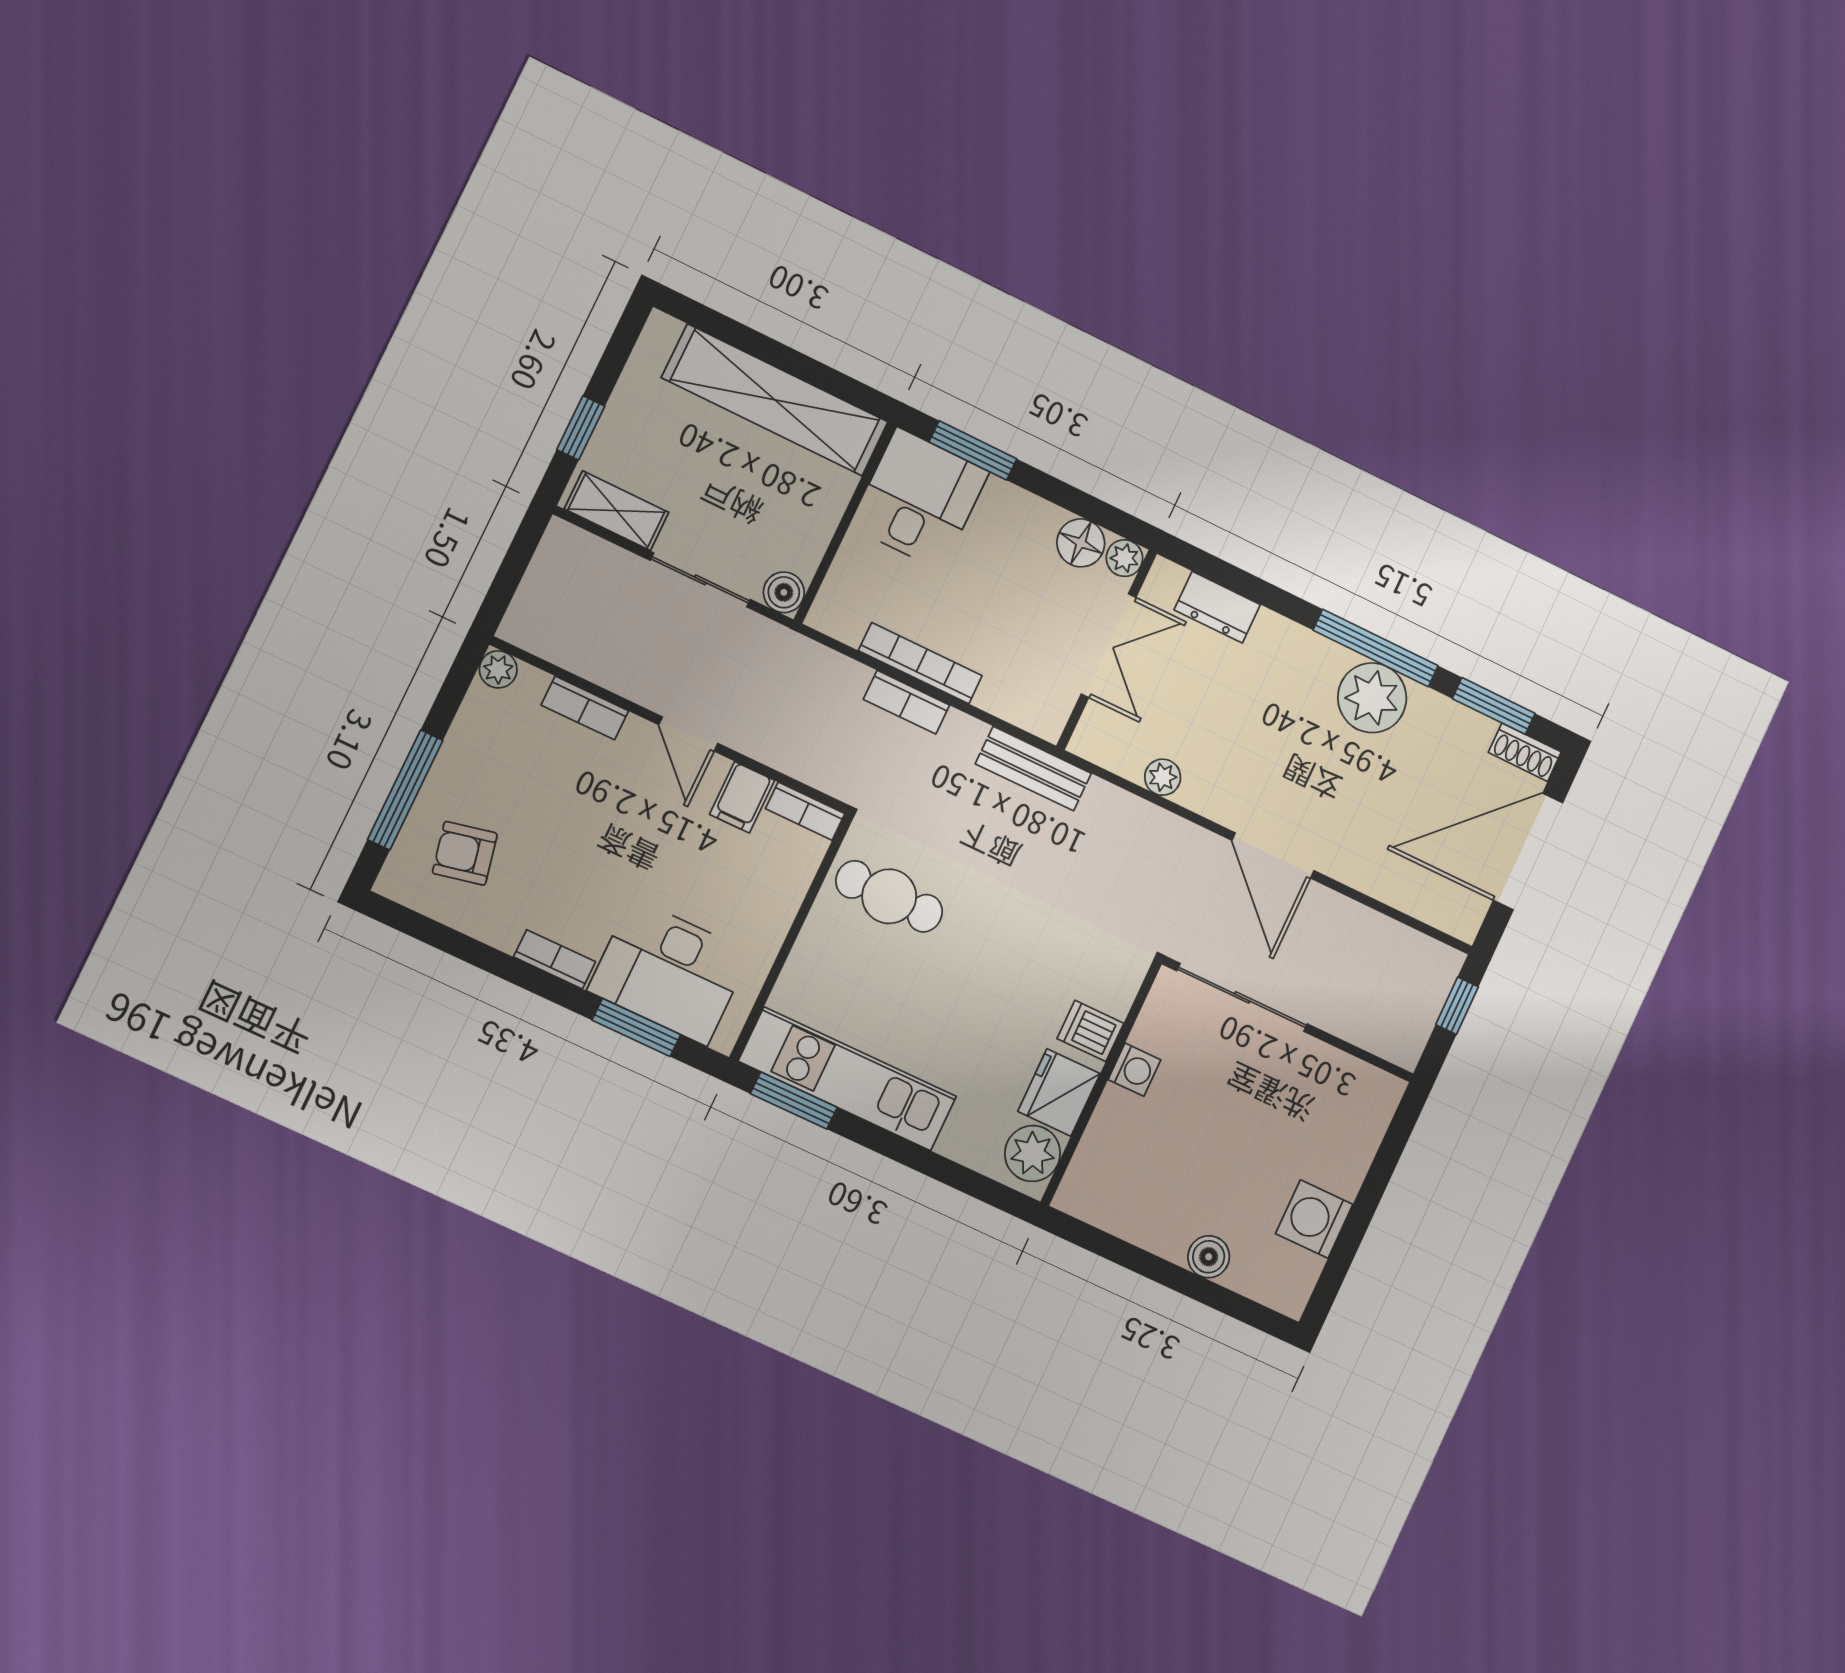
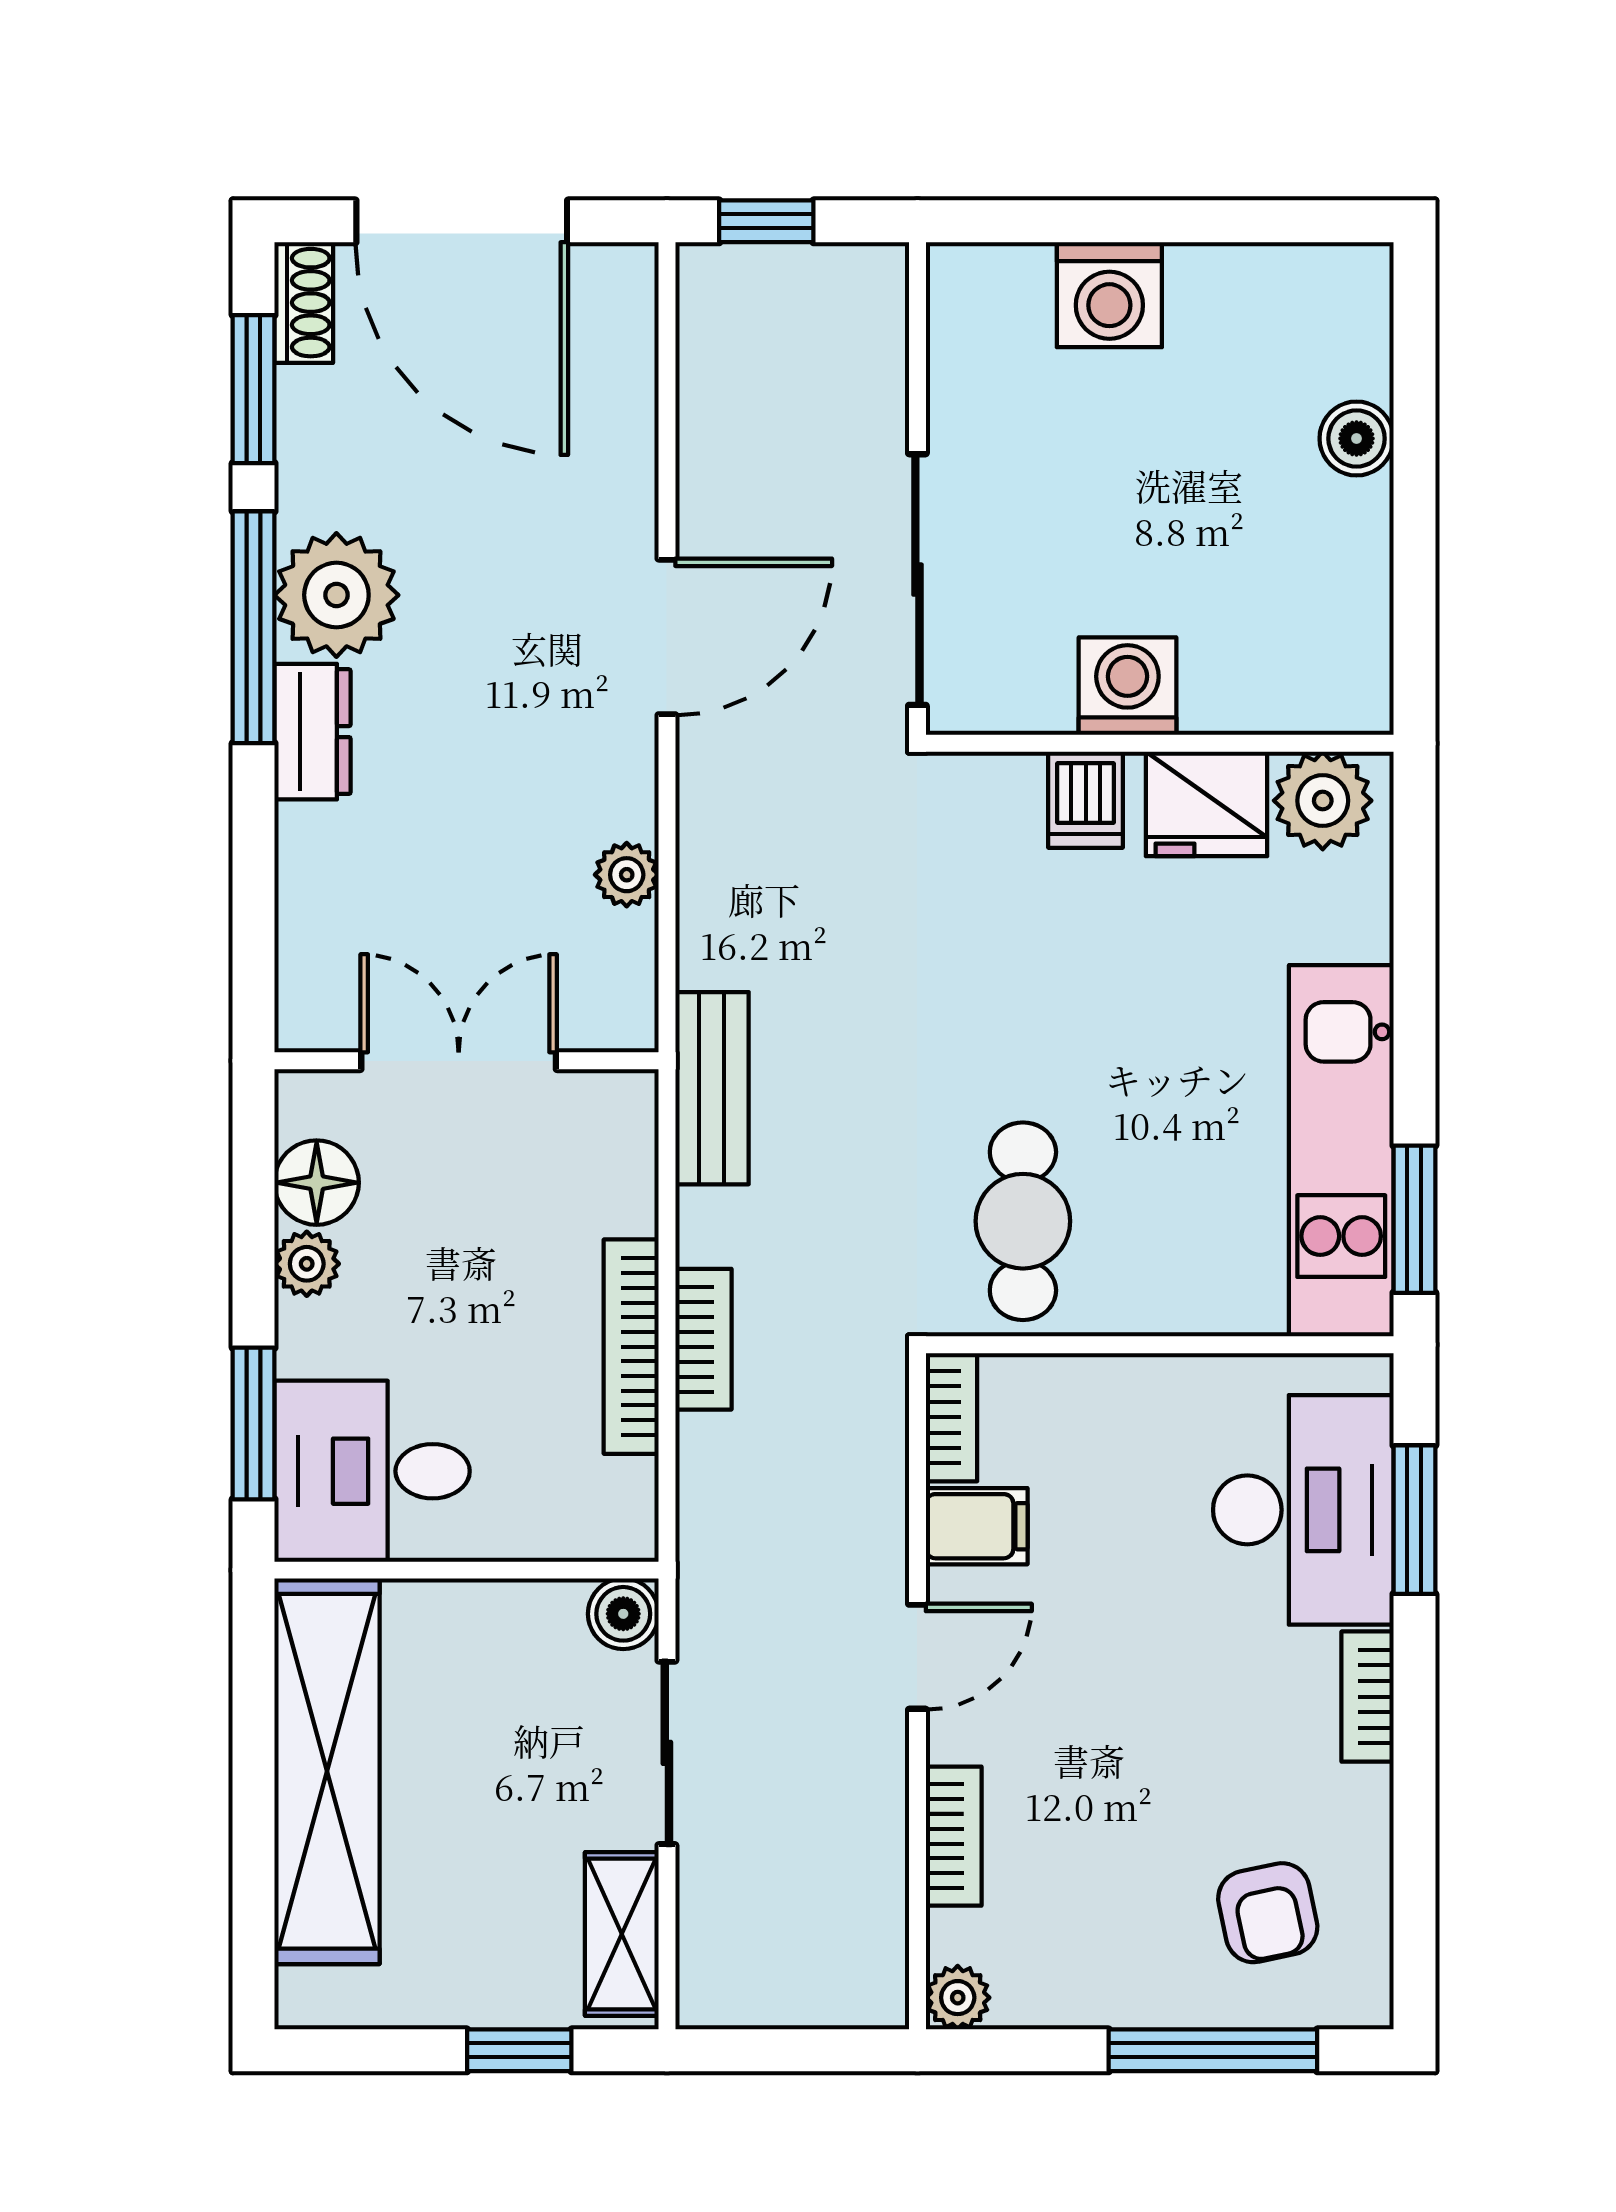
plant: (1124, 558) -> (307, 1264), moved
dresser: (1217, 607) -> (313, 732), moved
washing machine: (1134, 1070) -> (1127, 686), width x1.38, depth x1.38
washing machine: (1314, 1219) -> (1109, 295), moved

